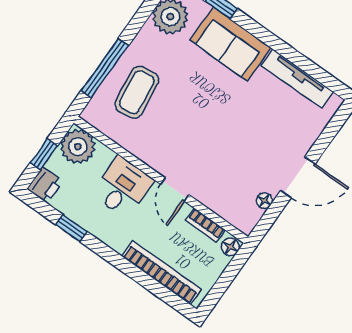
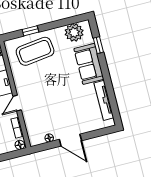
window: (105, 68) -> (30, 31), width x0.46
coffee table: (137, 92) -> (35, 51), width x1.36, depth x1.32

